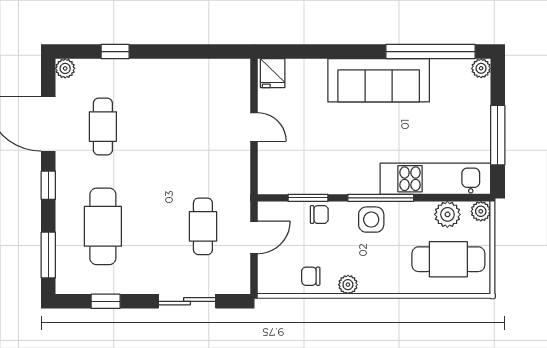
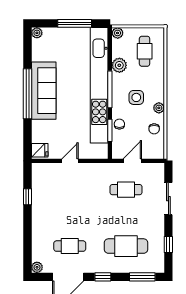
window: (115, 52) -> (27, 197), moved
window: (431, 52) -> (27, 94), moved
kitchen unit: (435, 179) -> (99, 85), width x1.86
plant: (447, 214) -> (119, 65), moved
side table: (371, 220) -> (136, 97), moved
door: (254, 237) -> (132, 161), hinge flipped
cafe table: (448, 259) -> (145, 51), width x0.73, depth x0.74

